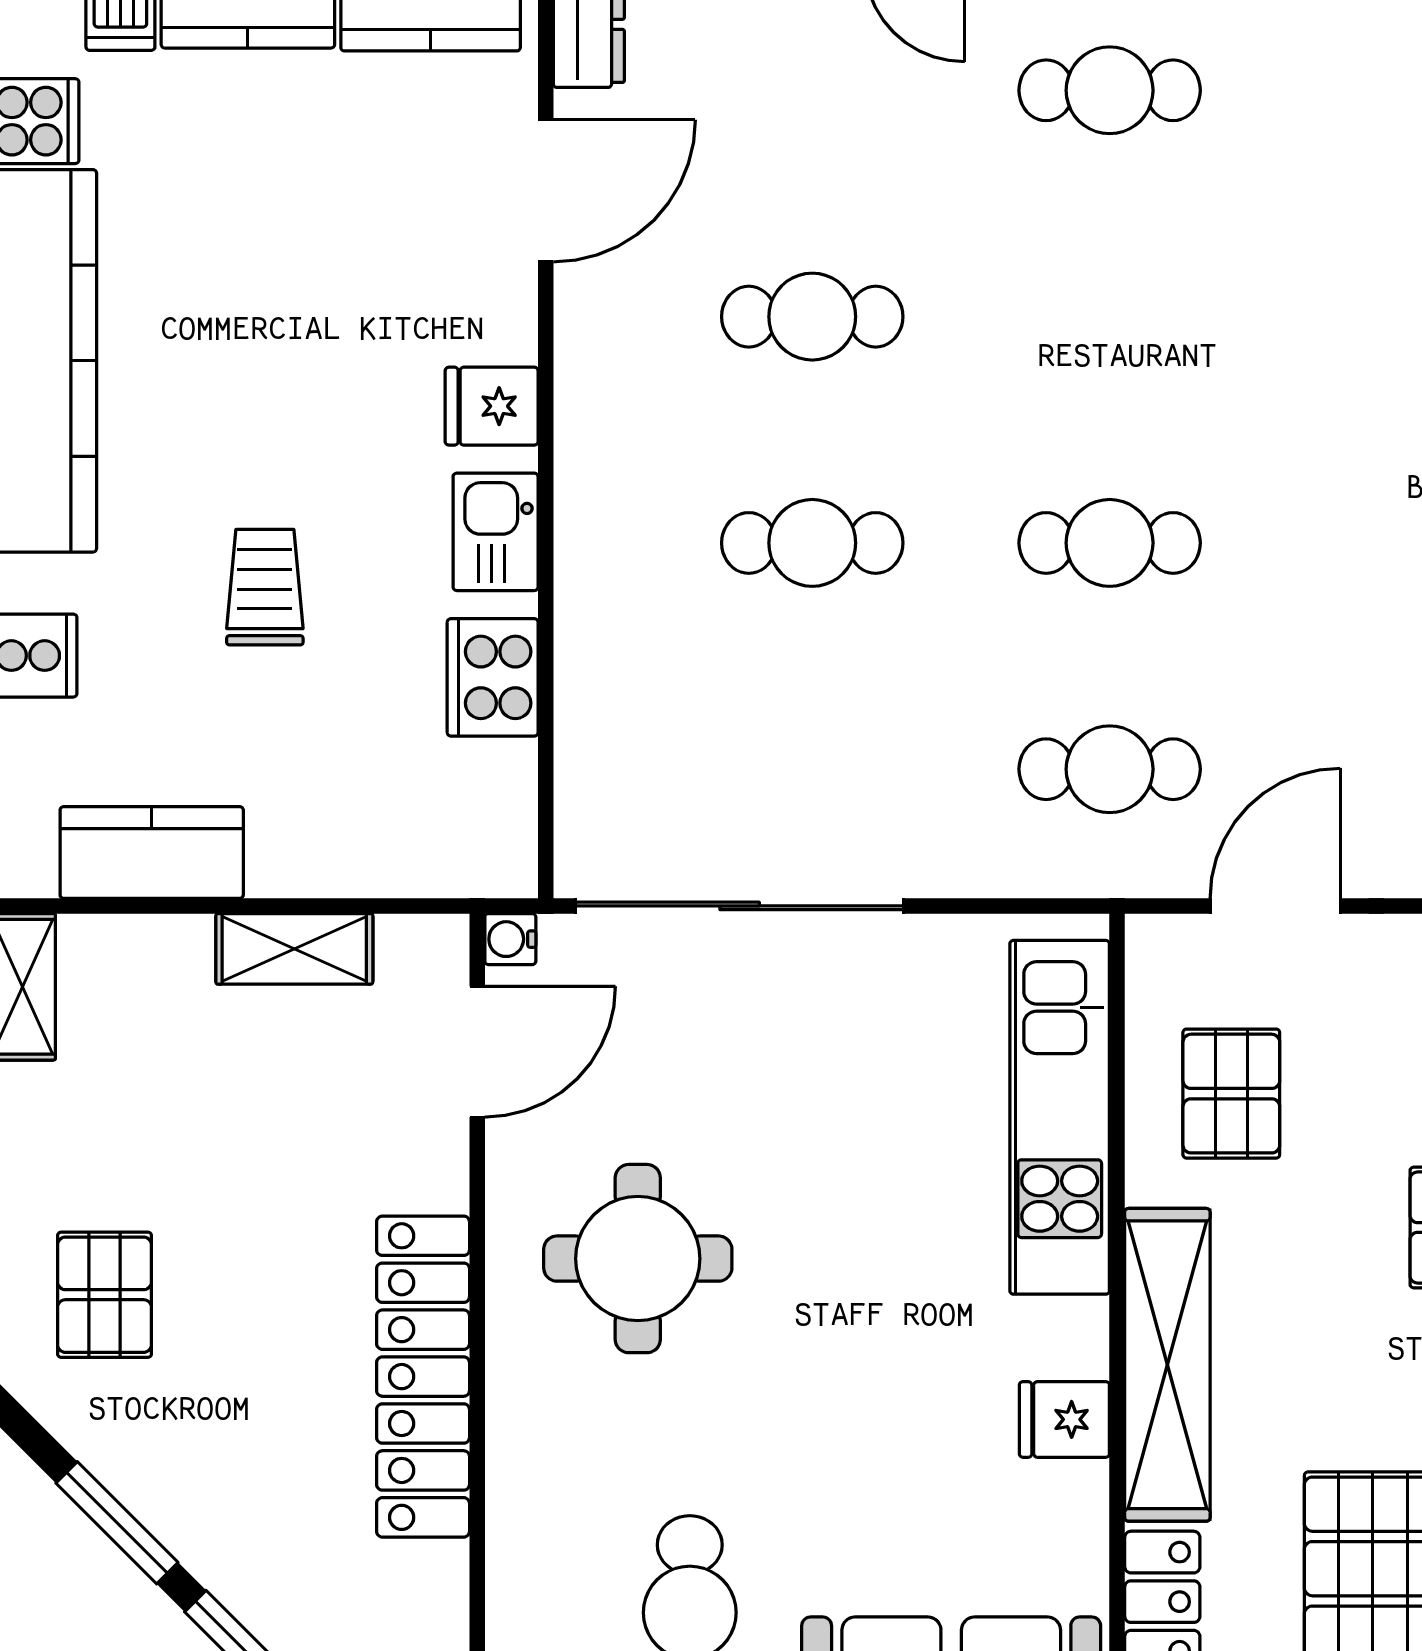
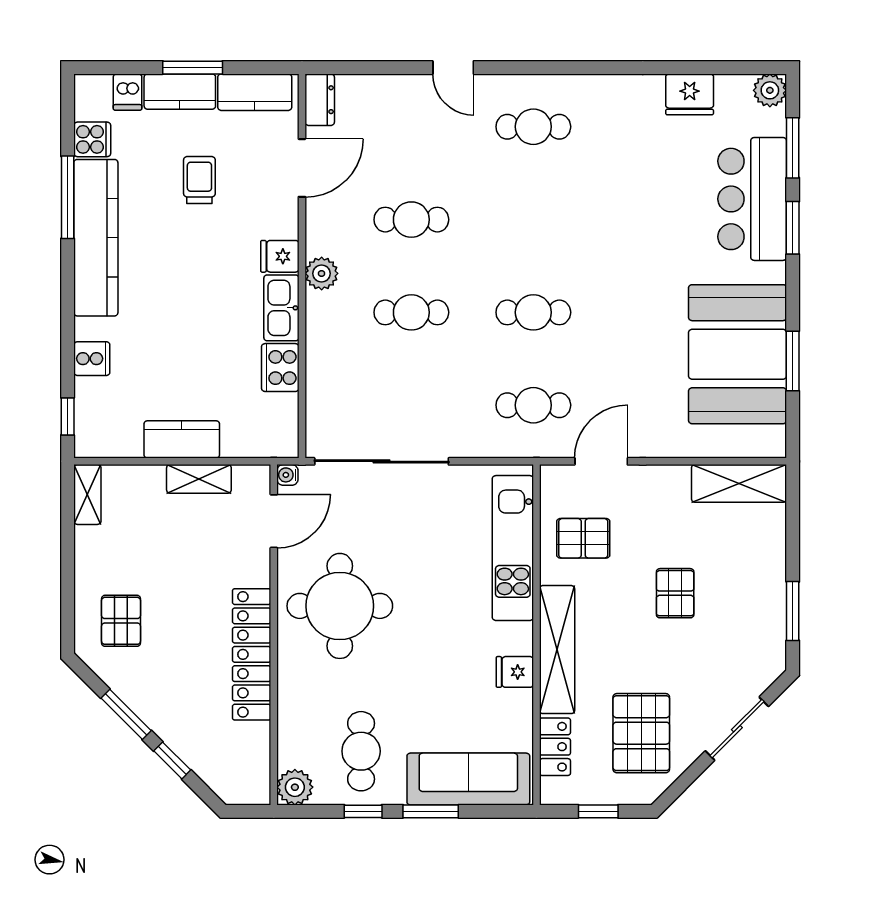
plant: (593, 448) -> (322, 273), added
kitchen sink: (496, 532) -> (281, 308), width x1.38
trolley: (265, 587) -> (199, 180), moved
kitchen counter: (152, 852) -> (182, 439), moved
pallet: (1231, 1094) -> (583, 538), turned 90
round table: (638, 1259) -> (340, 606), width x1.36, depth x1.36

